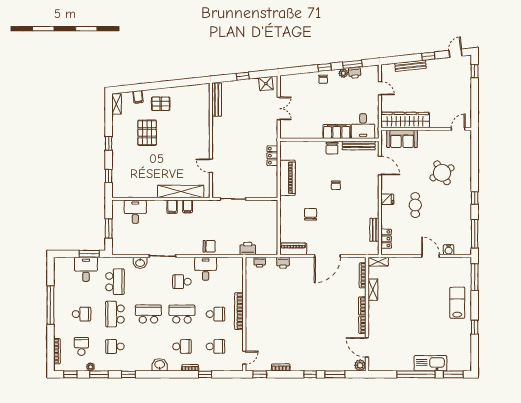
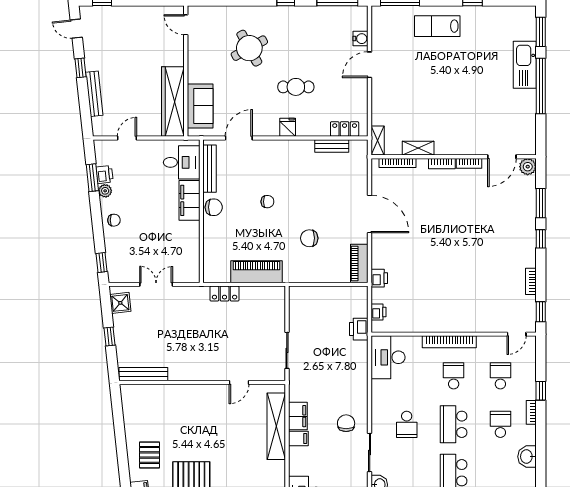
window: (325, 67) -> (102, 263), moved
filing cabinet: (188, 206) -> (298, 416), width x2.00
chair: (209, 246) -> (346, 423), moved
desk: (206, 269) -> (388, 357), moved, width x1.37
door: (244, 358) -> (517, 334), swing flipped

